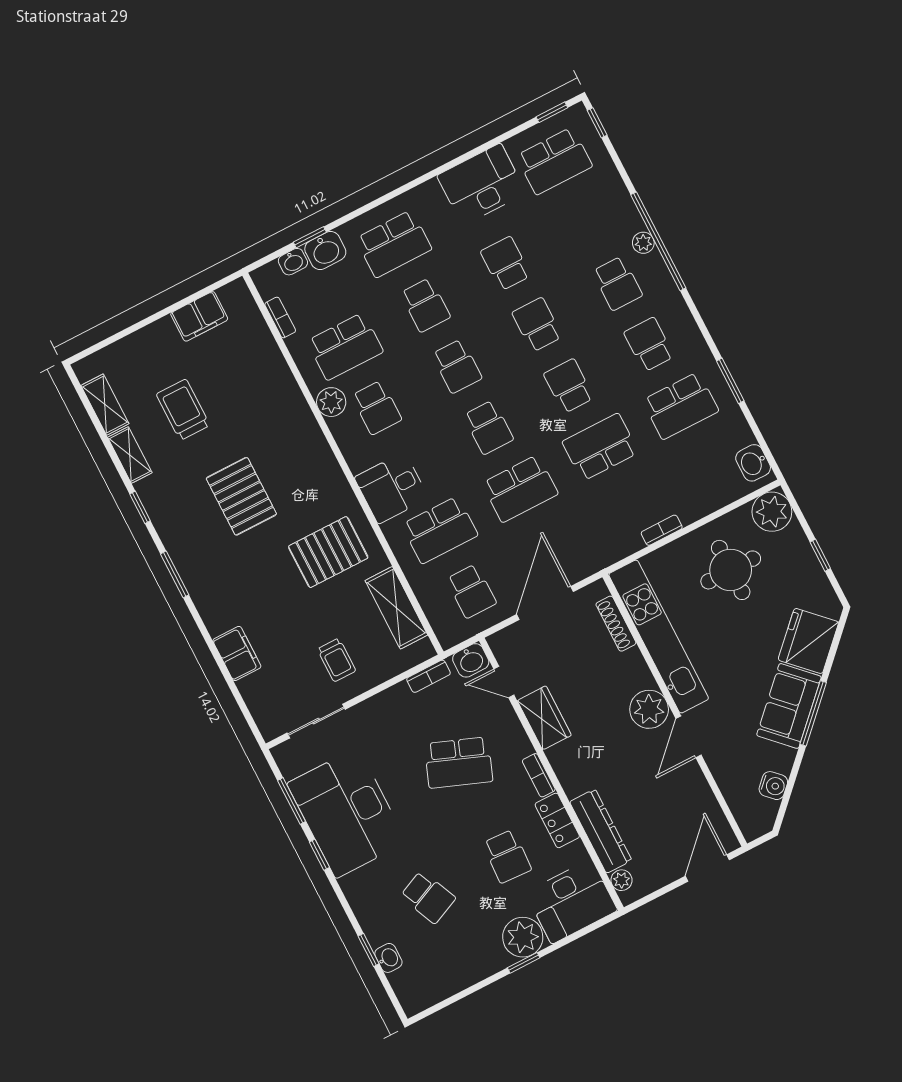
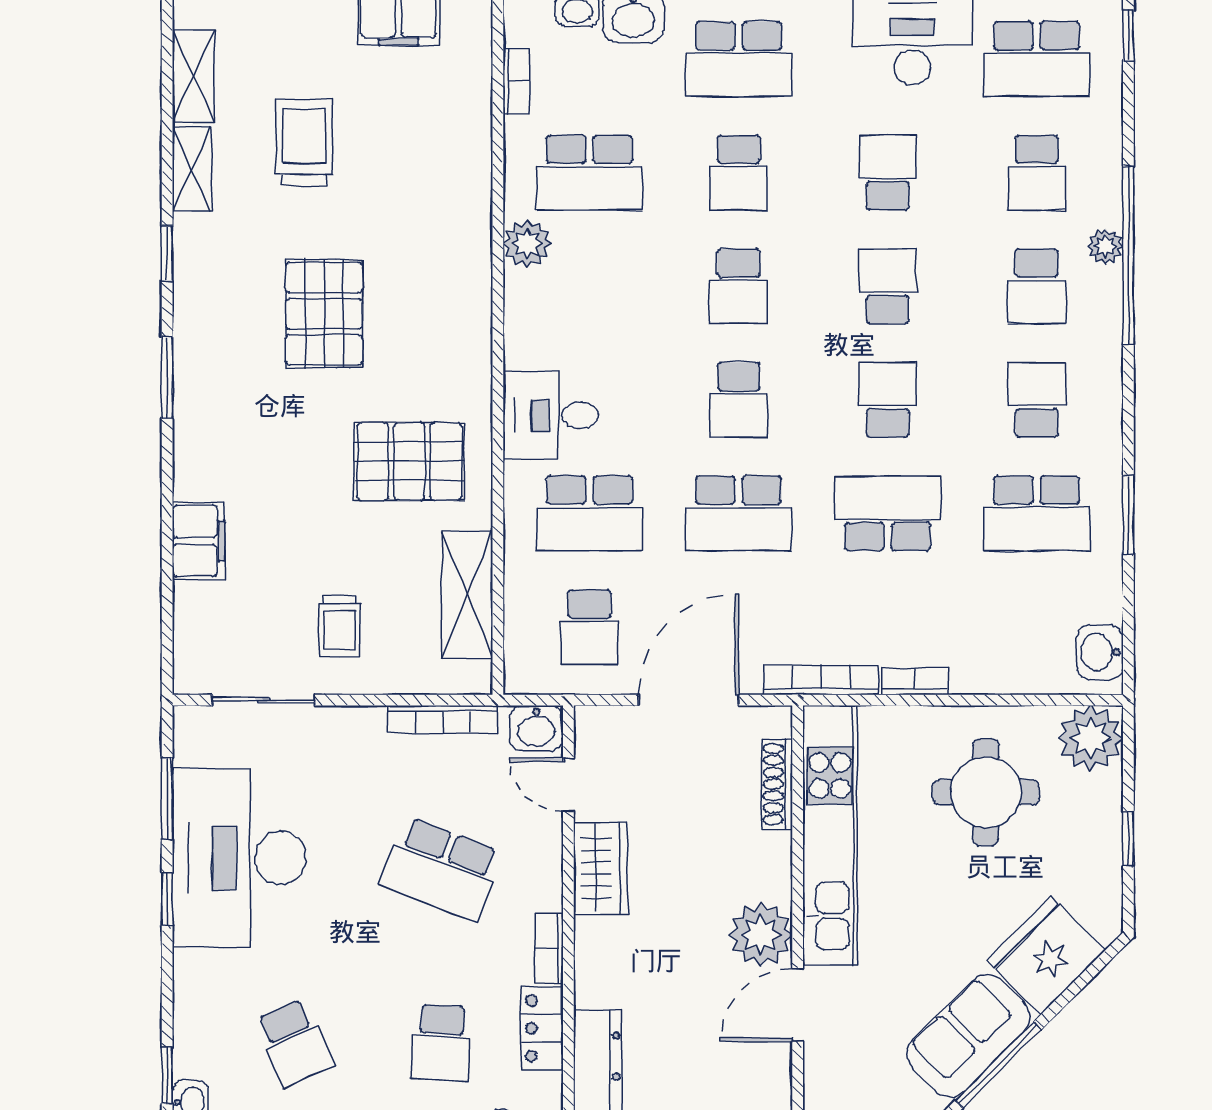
school desk: (377, 408) -> (1037, 173), moved
bookcase: (611, 555) -> (821, 680), added
bookcase: (428, 676) -> (443, 719), width x1.56

